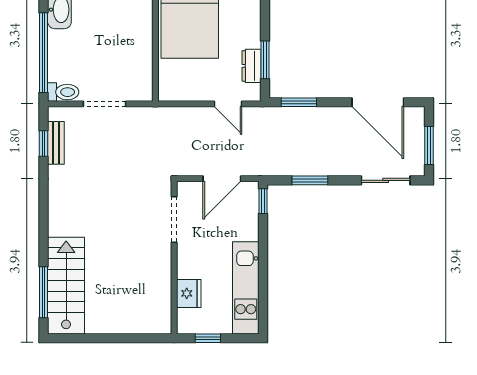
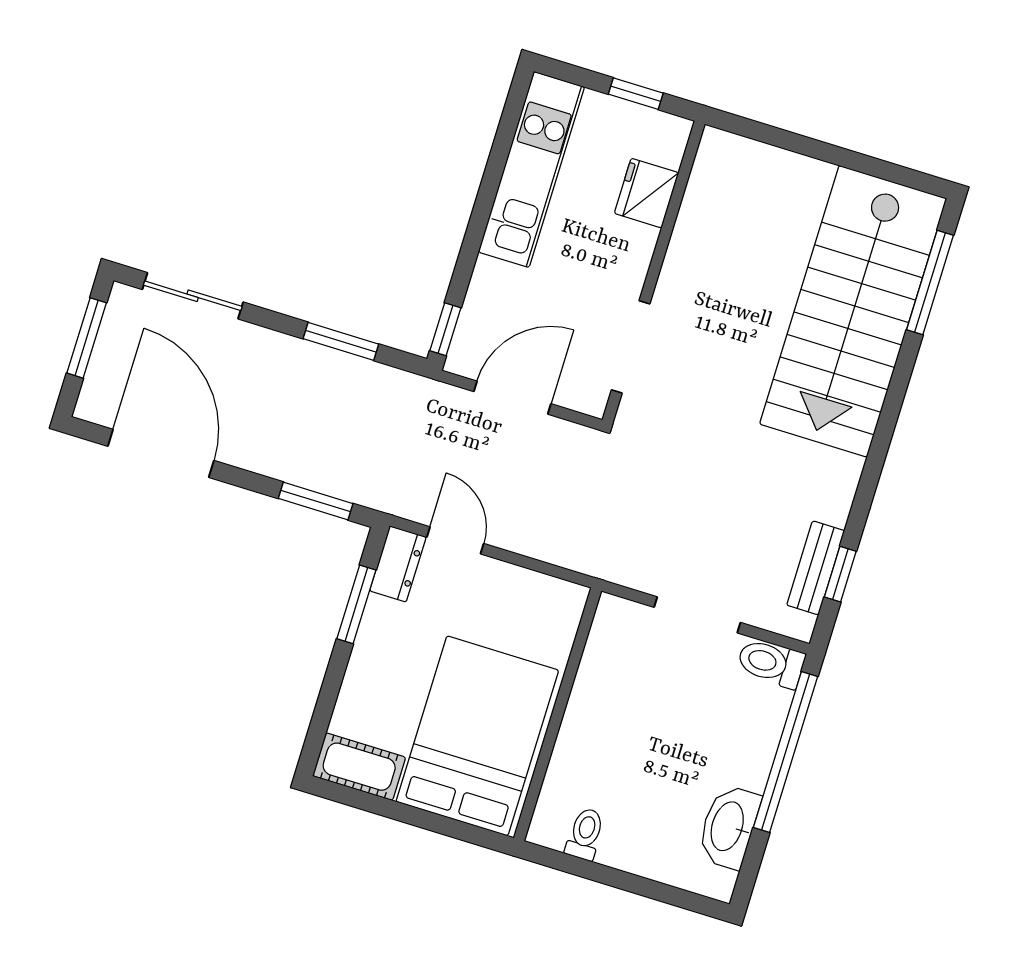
dresser: (251, 66) -> (398, 564), moved
stairs: (66, 286) -> (853, 311), width x1.36, depth x1.51

